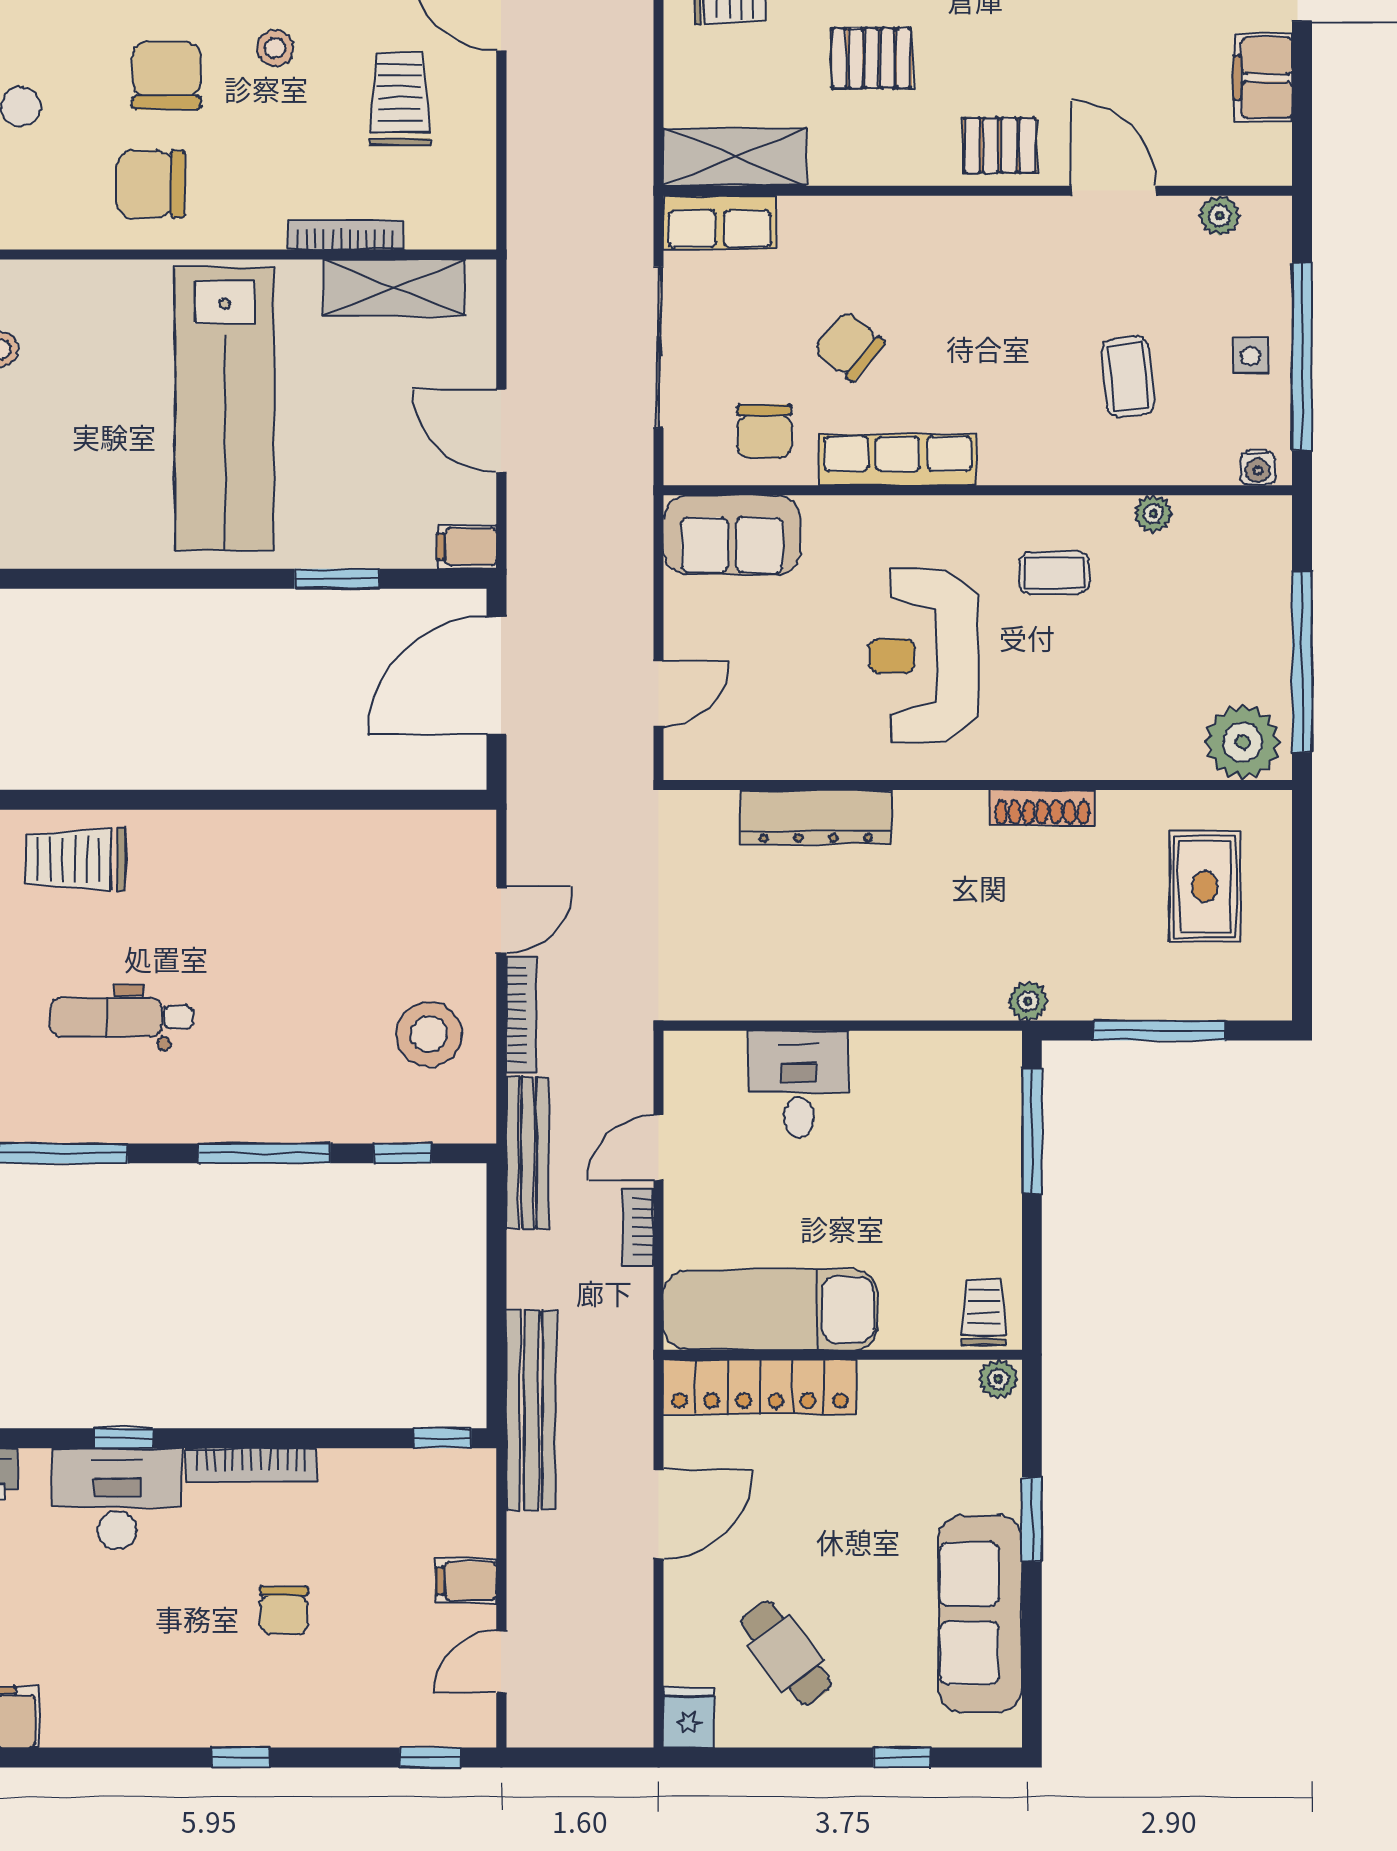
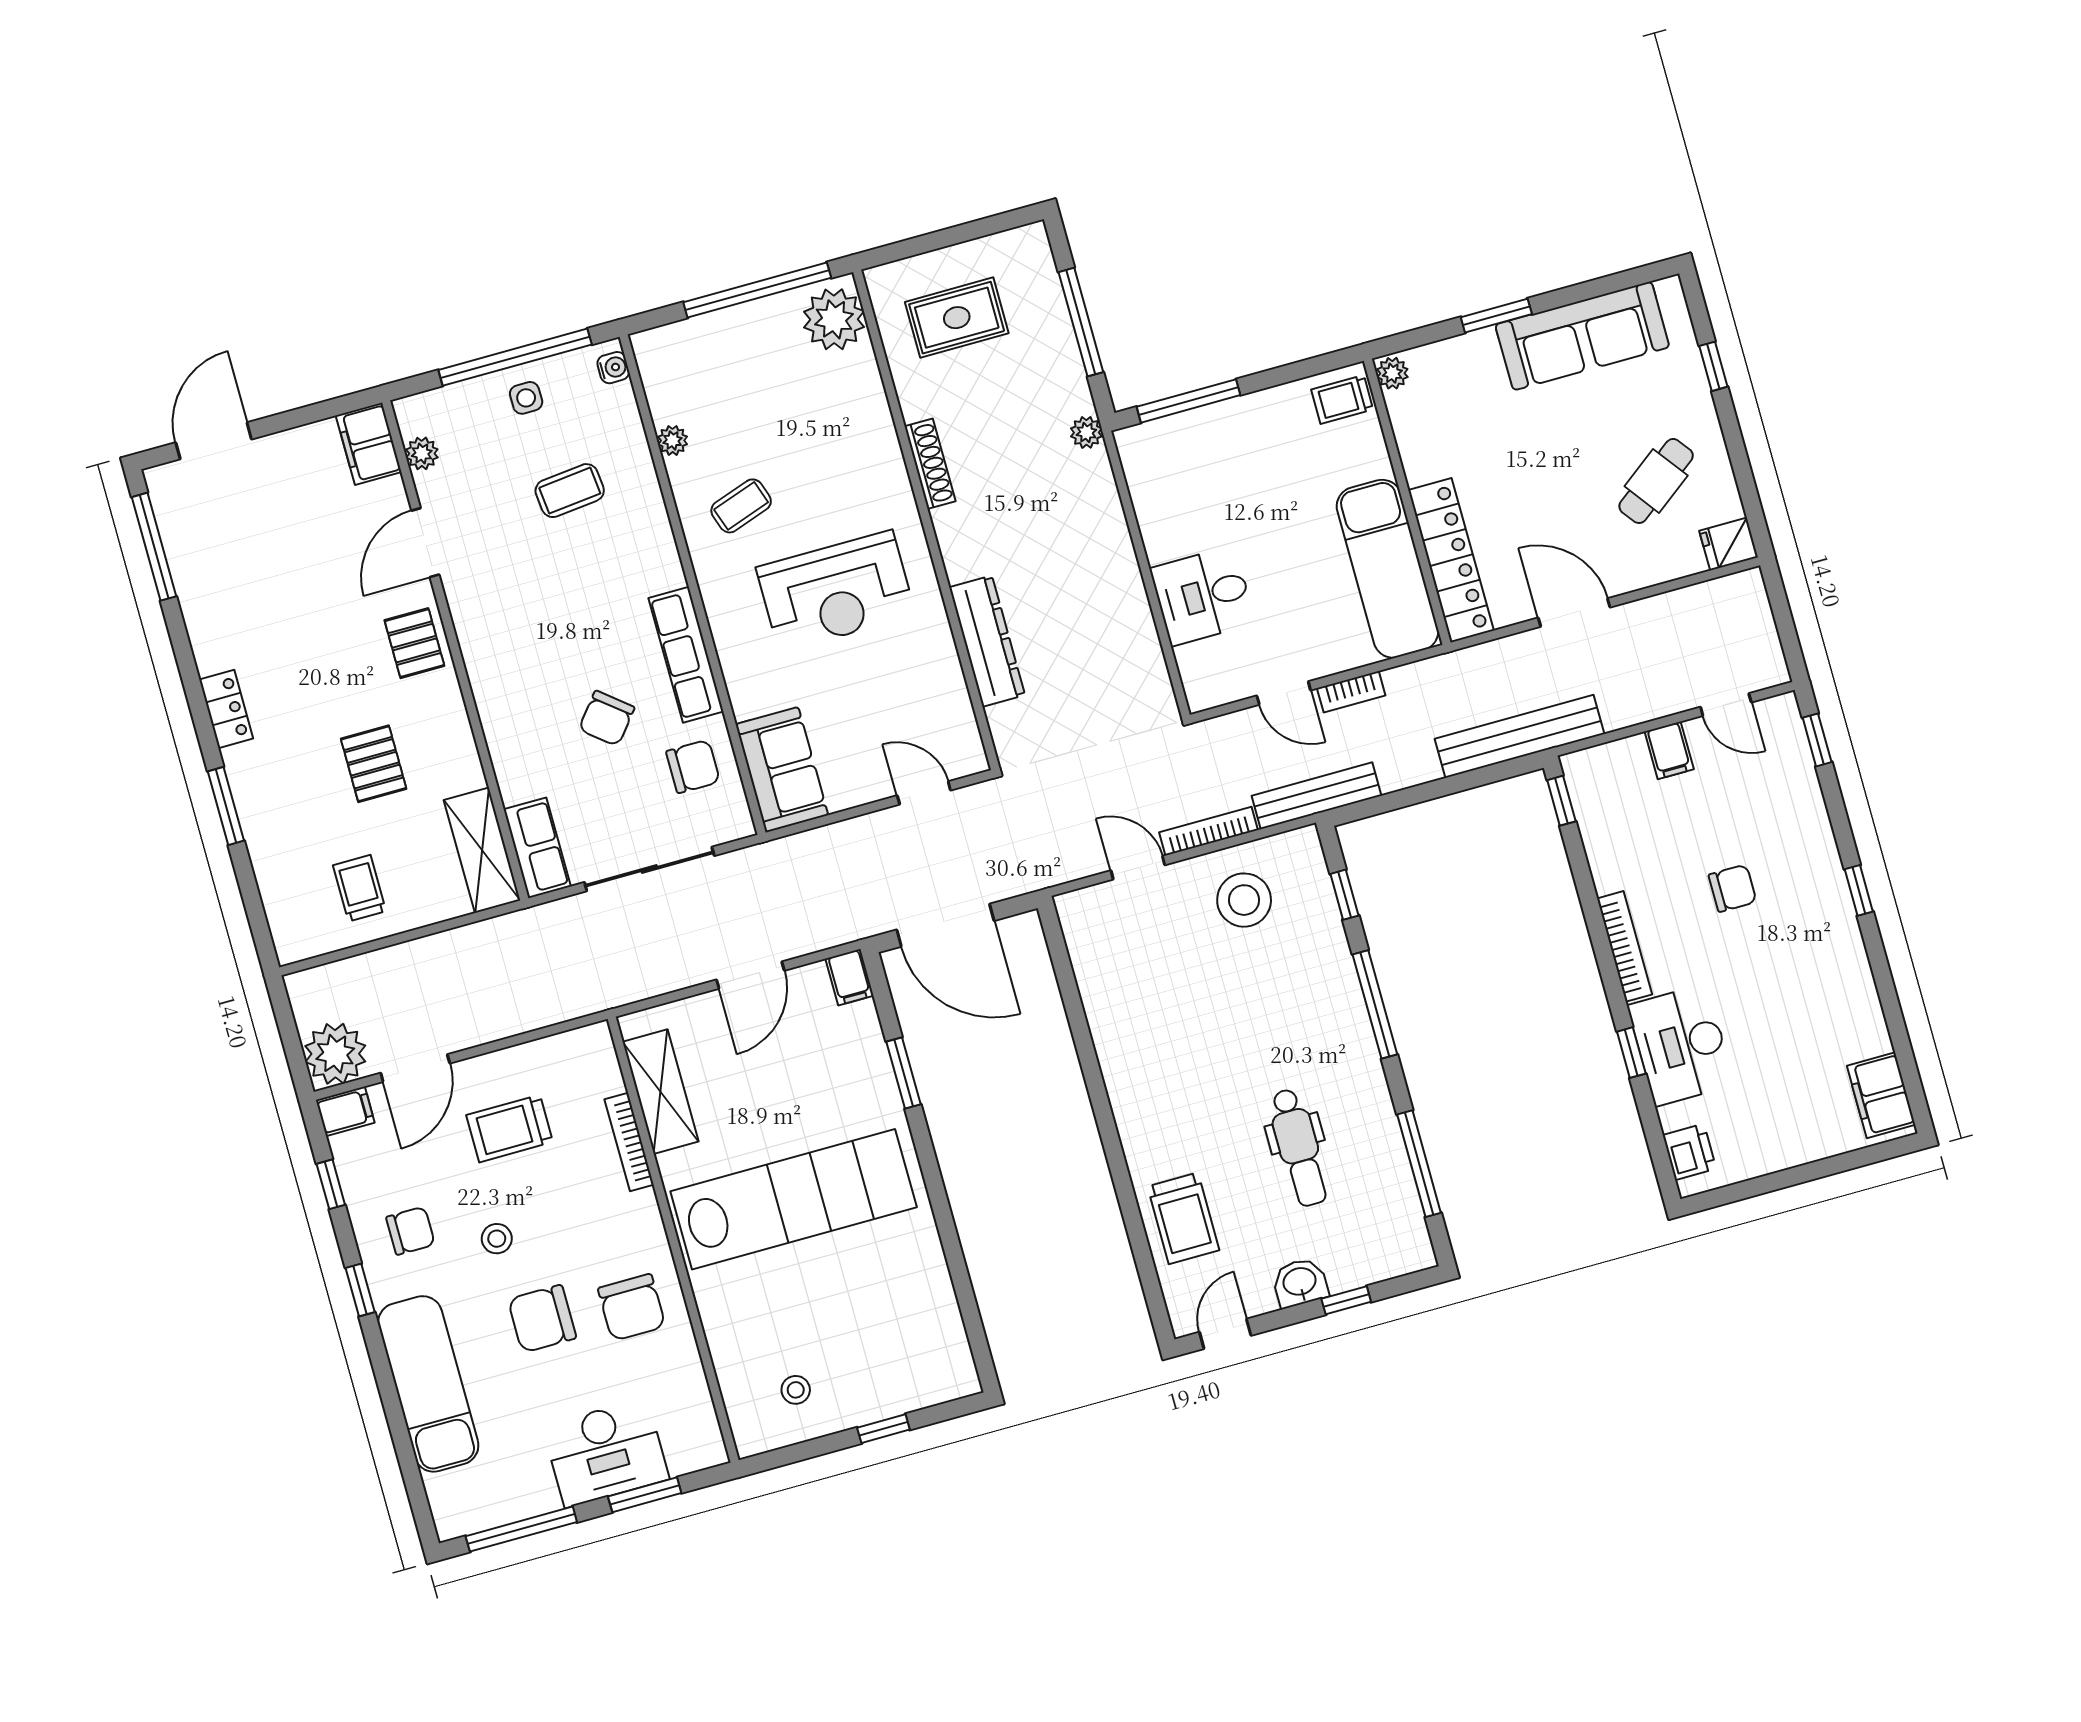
filing cabinet: (1263, 78) -> (369, 444), moved, turned 90
coffee table: (1054, 573) -> (741, 506), turned 71

